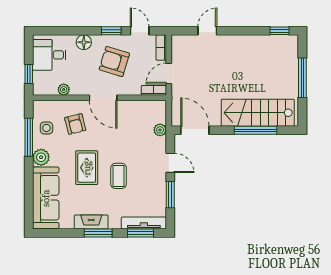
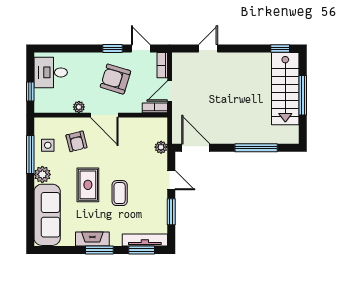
floor lamp: (84, 42) -> (85, 60), removed
plant: (64, 90) -> (79, 107), moved
stairs: (258, 113) -> (285, 89), moved, turned -90

